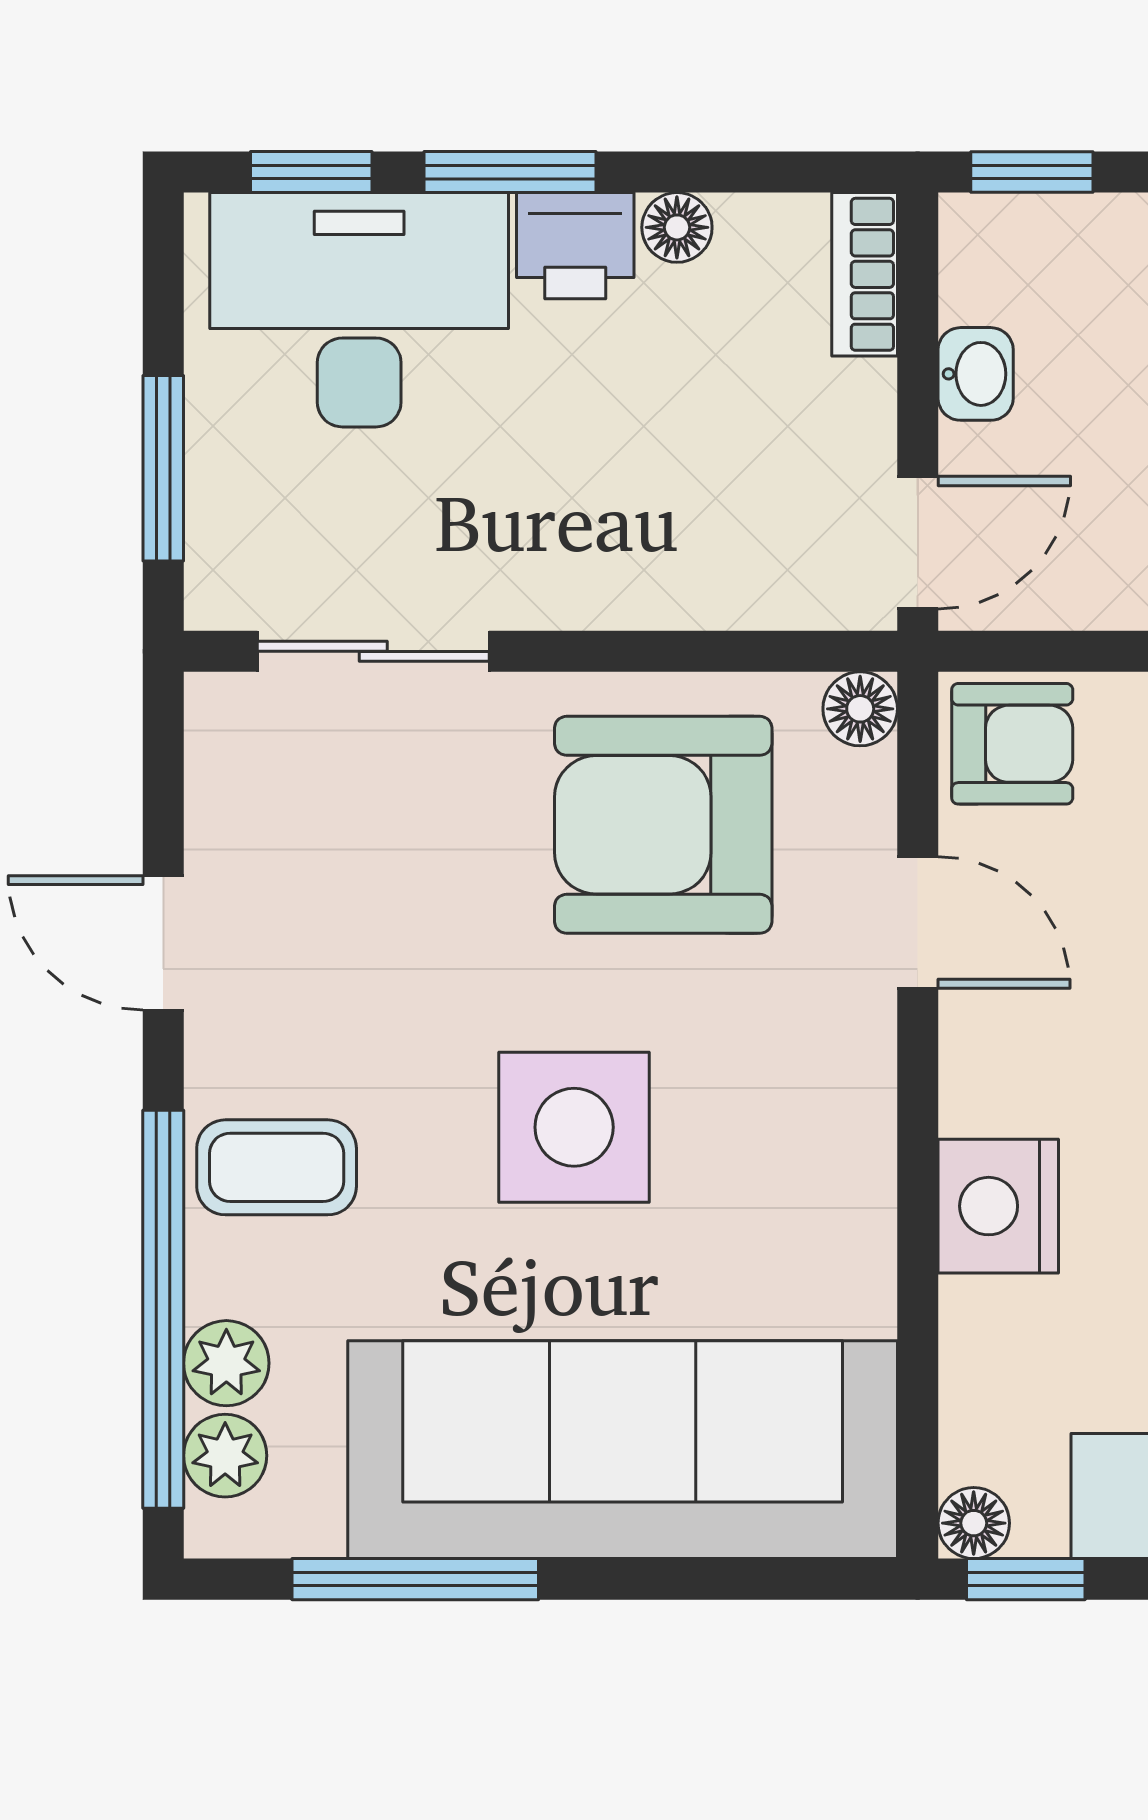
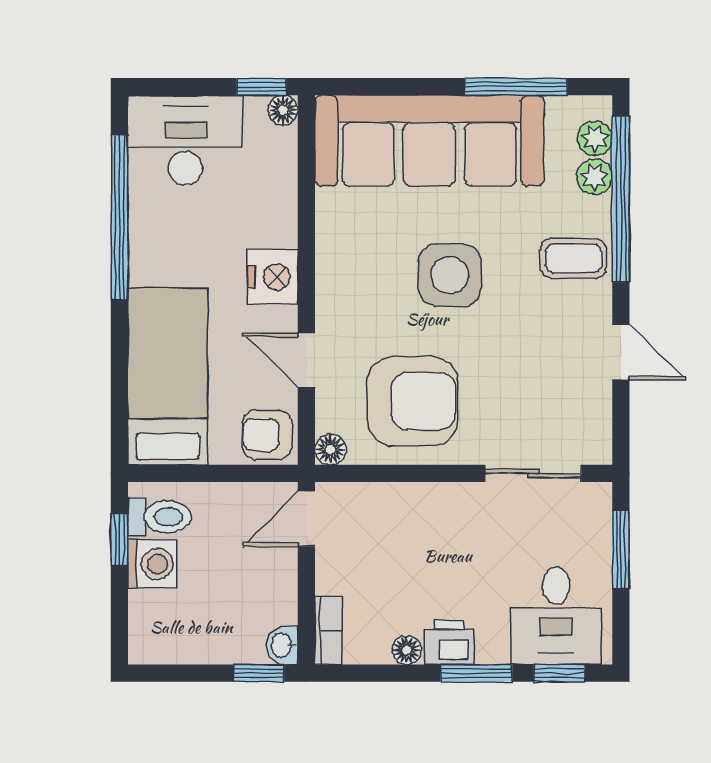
desk: (359, 310) -> (556, 616), width x0.73
washbasin: (976, 374) -> (282, 645), moved
nightstand: (998, 1206) -> (273, 277), moved

